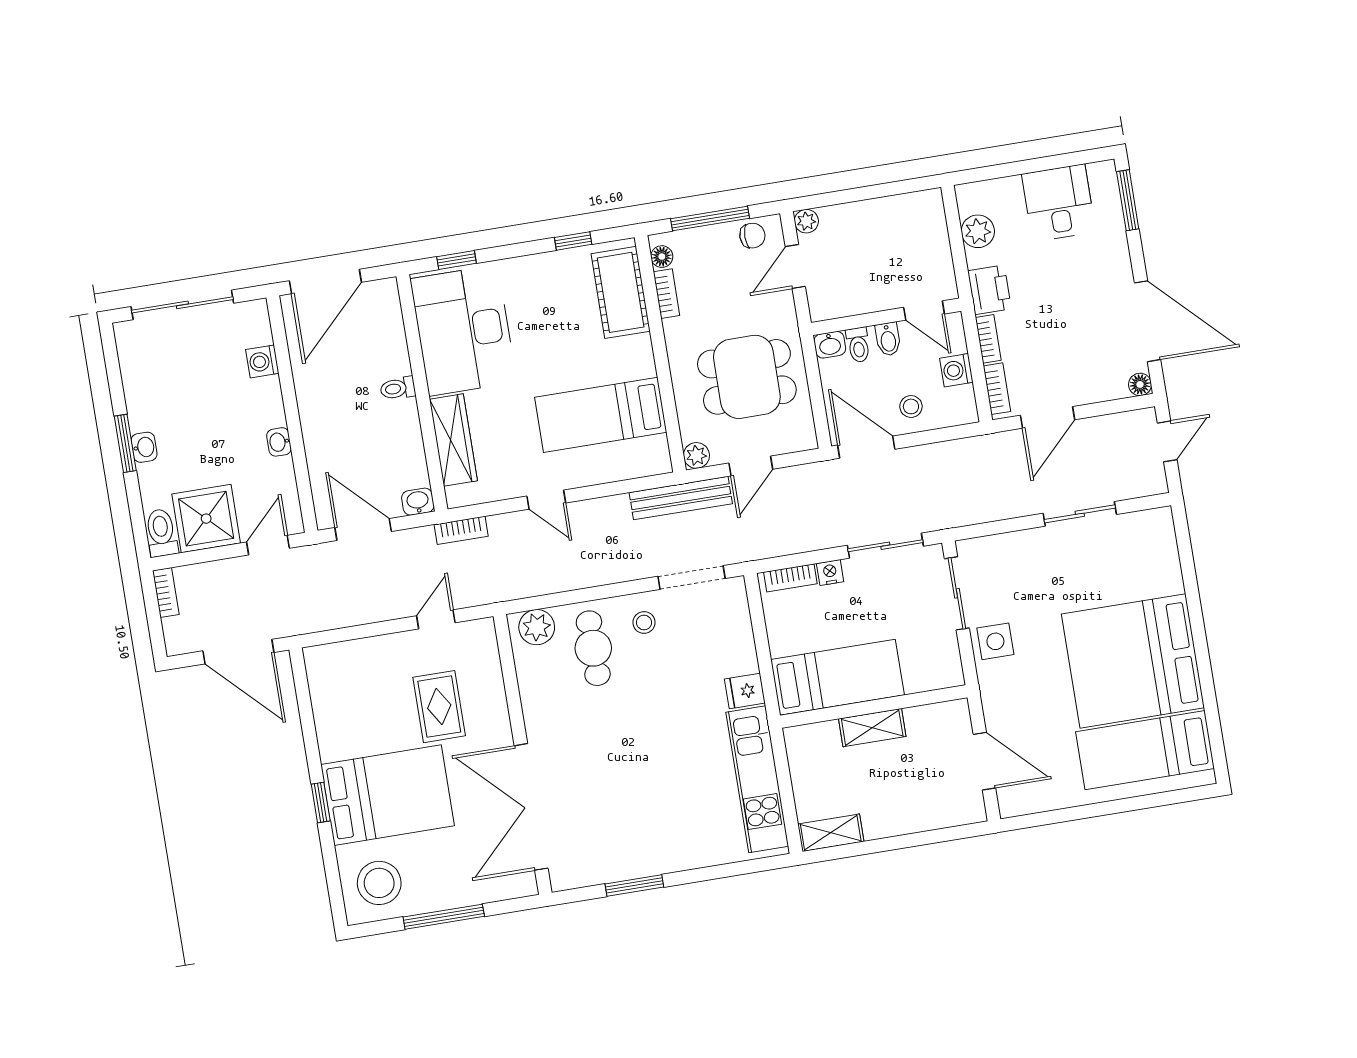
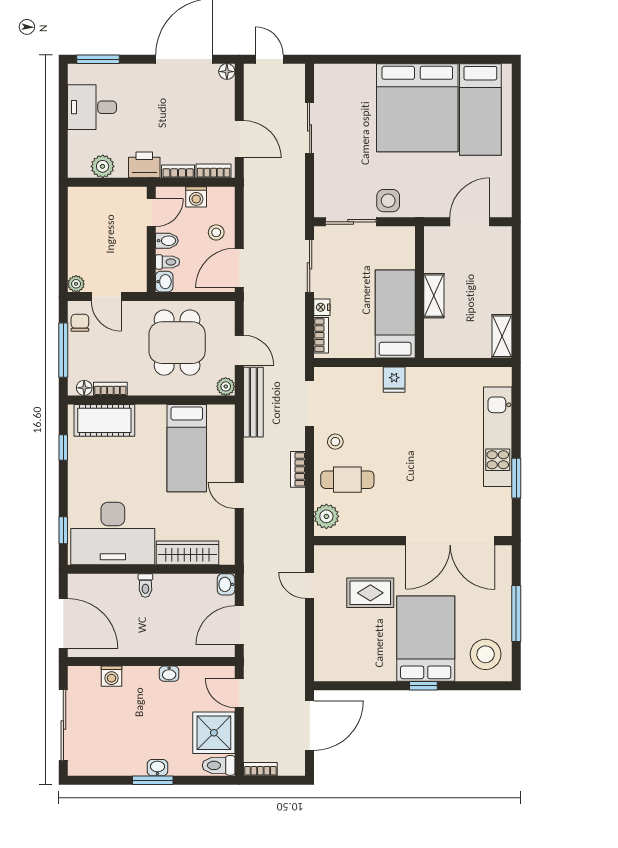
door: (546, 500) -> (239, 495), swing flipped
bookcase: (461, 530) -> (298, 469), moved, turned 180
kitchen unit: (757, 779) -> (498, 437), moved, turned 90

